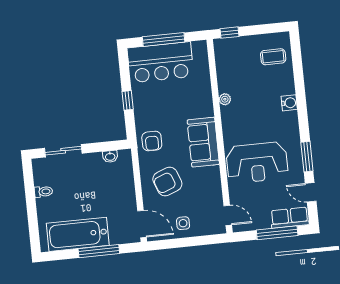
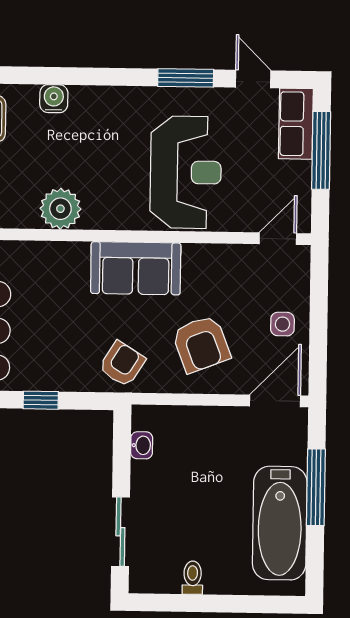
plant: (225, 99) -> (60, 209), width x1.88, depth x1.88
water cooler: (289, 103) -> (54, 99), moved
armchair: (152, 141) -> (122, 364), turned -58
door: (311, 192) -> (253, 79), swing flipped

